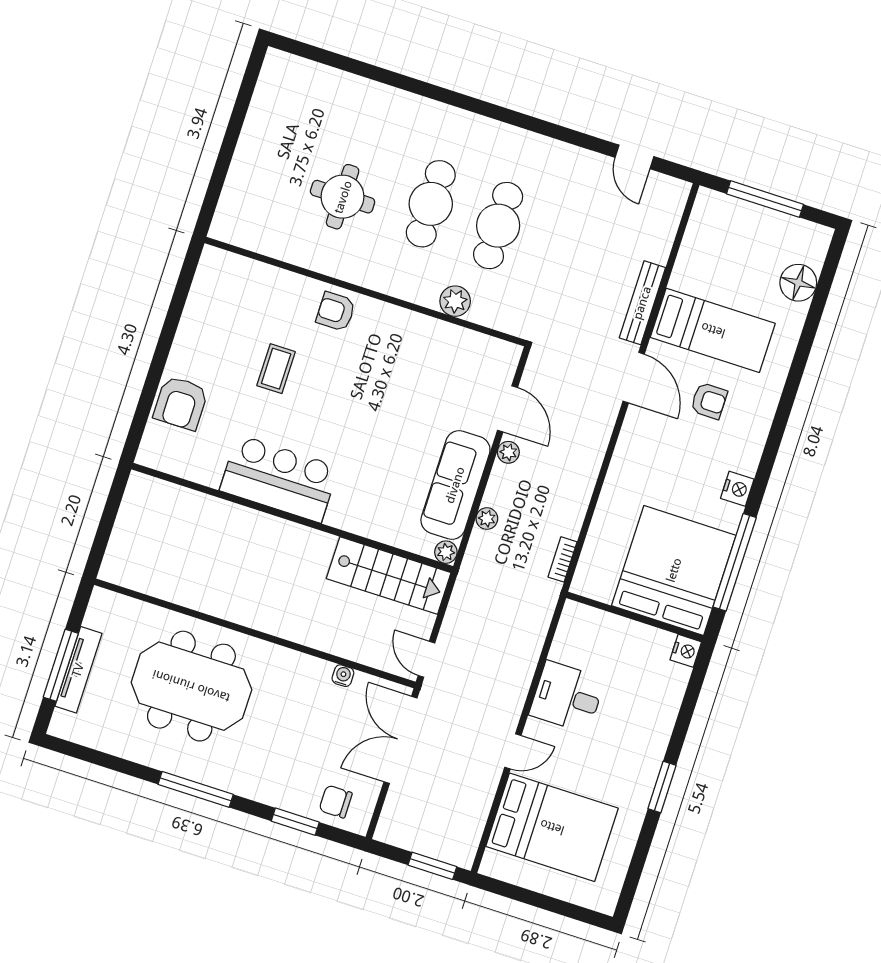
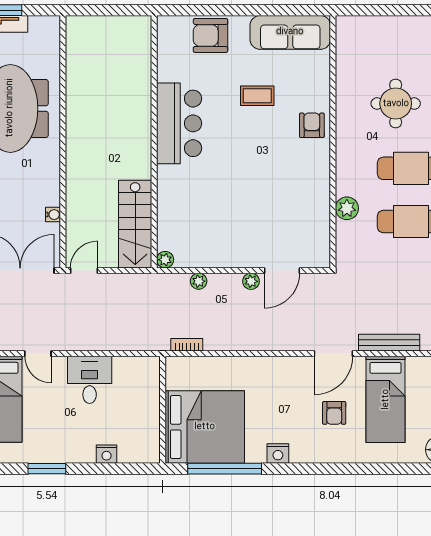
sofa: (455, 485) -> (290, 32), moved, turned 180
nightstand: (686, 651) -> (107, 454), moved

